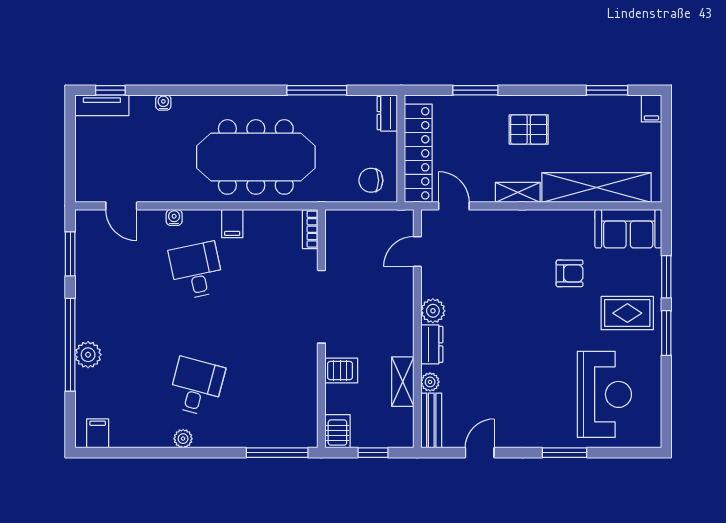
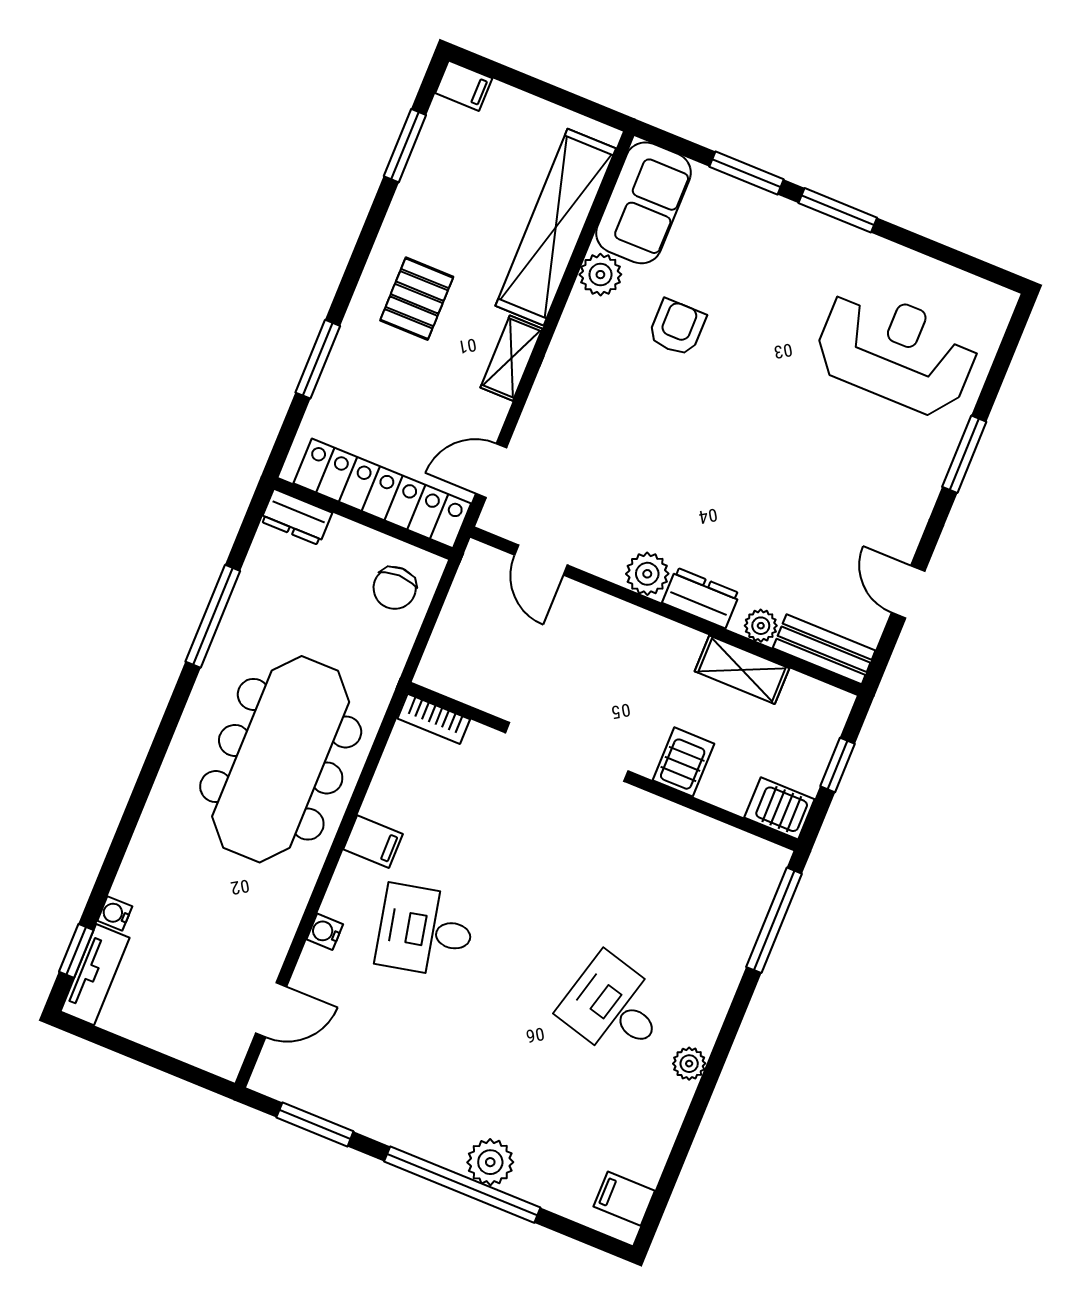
water cooler: (163, 103) -> (115, 914), moved
plant: (581, 221) -> (600, 275), added
rug: (627, 313) -> (780, 260), removed

